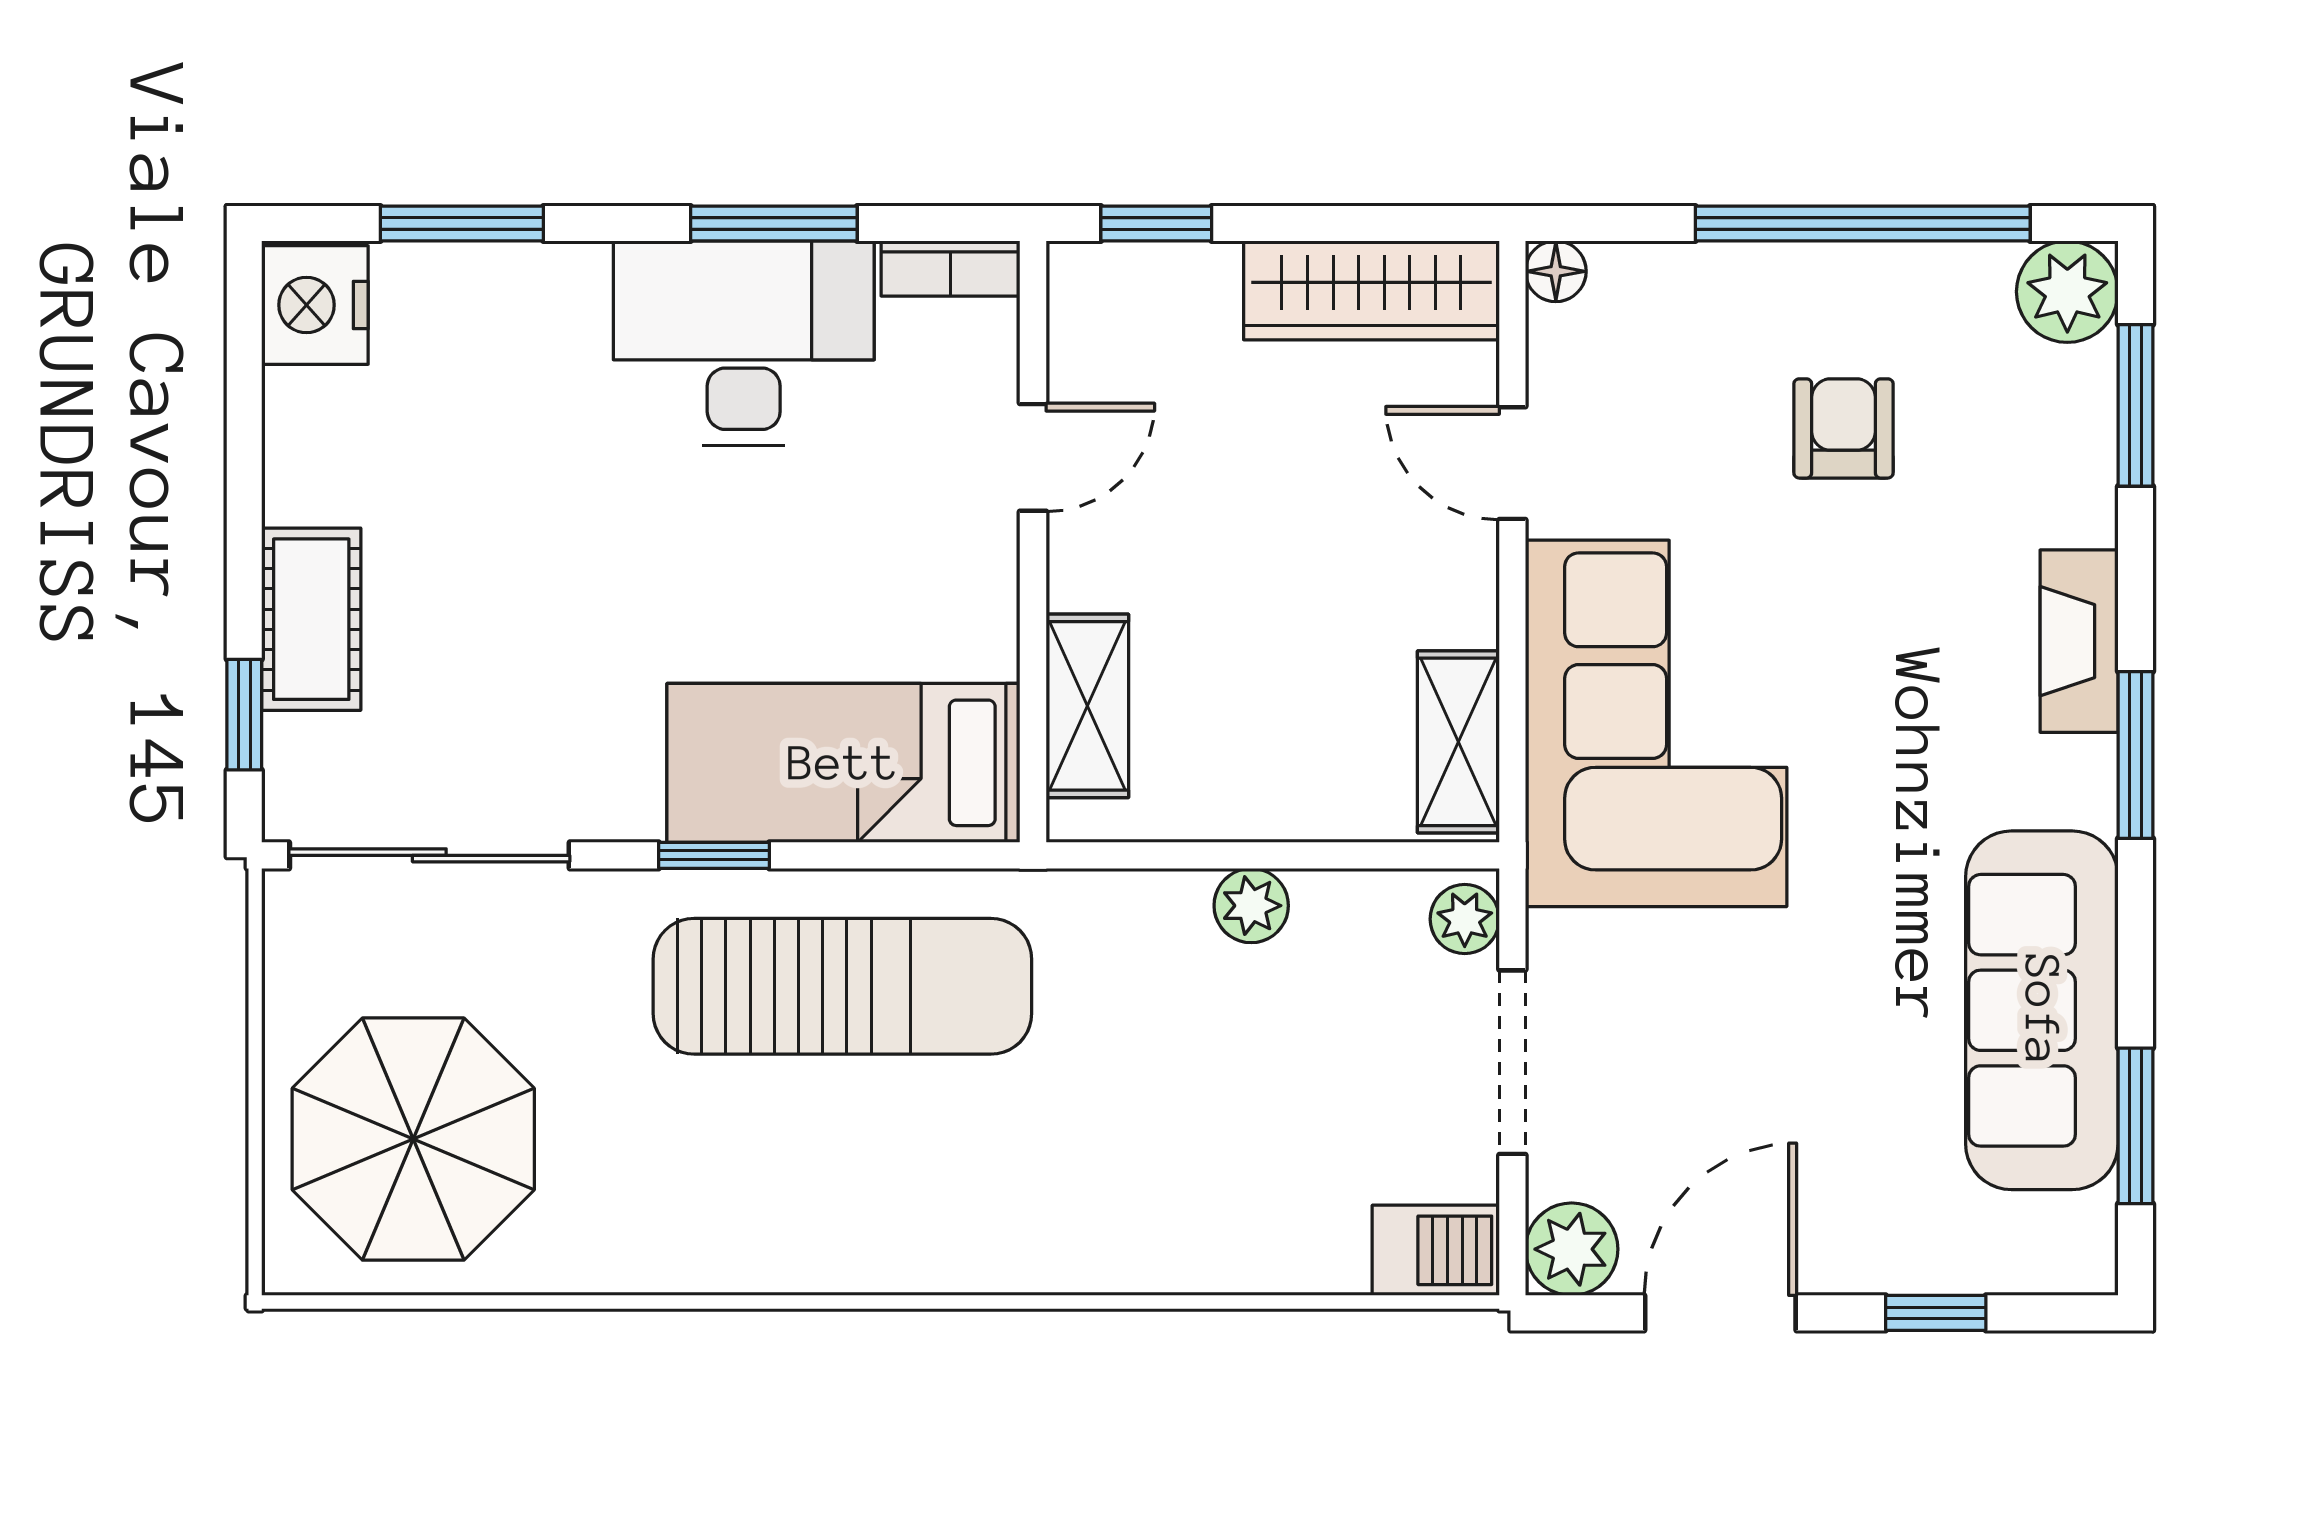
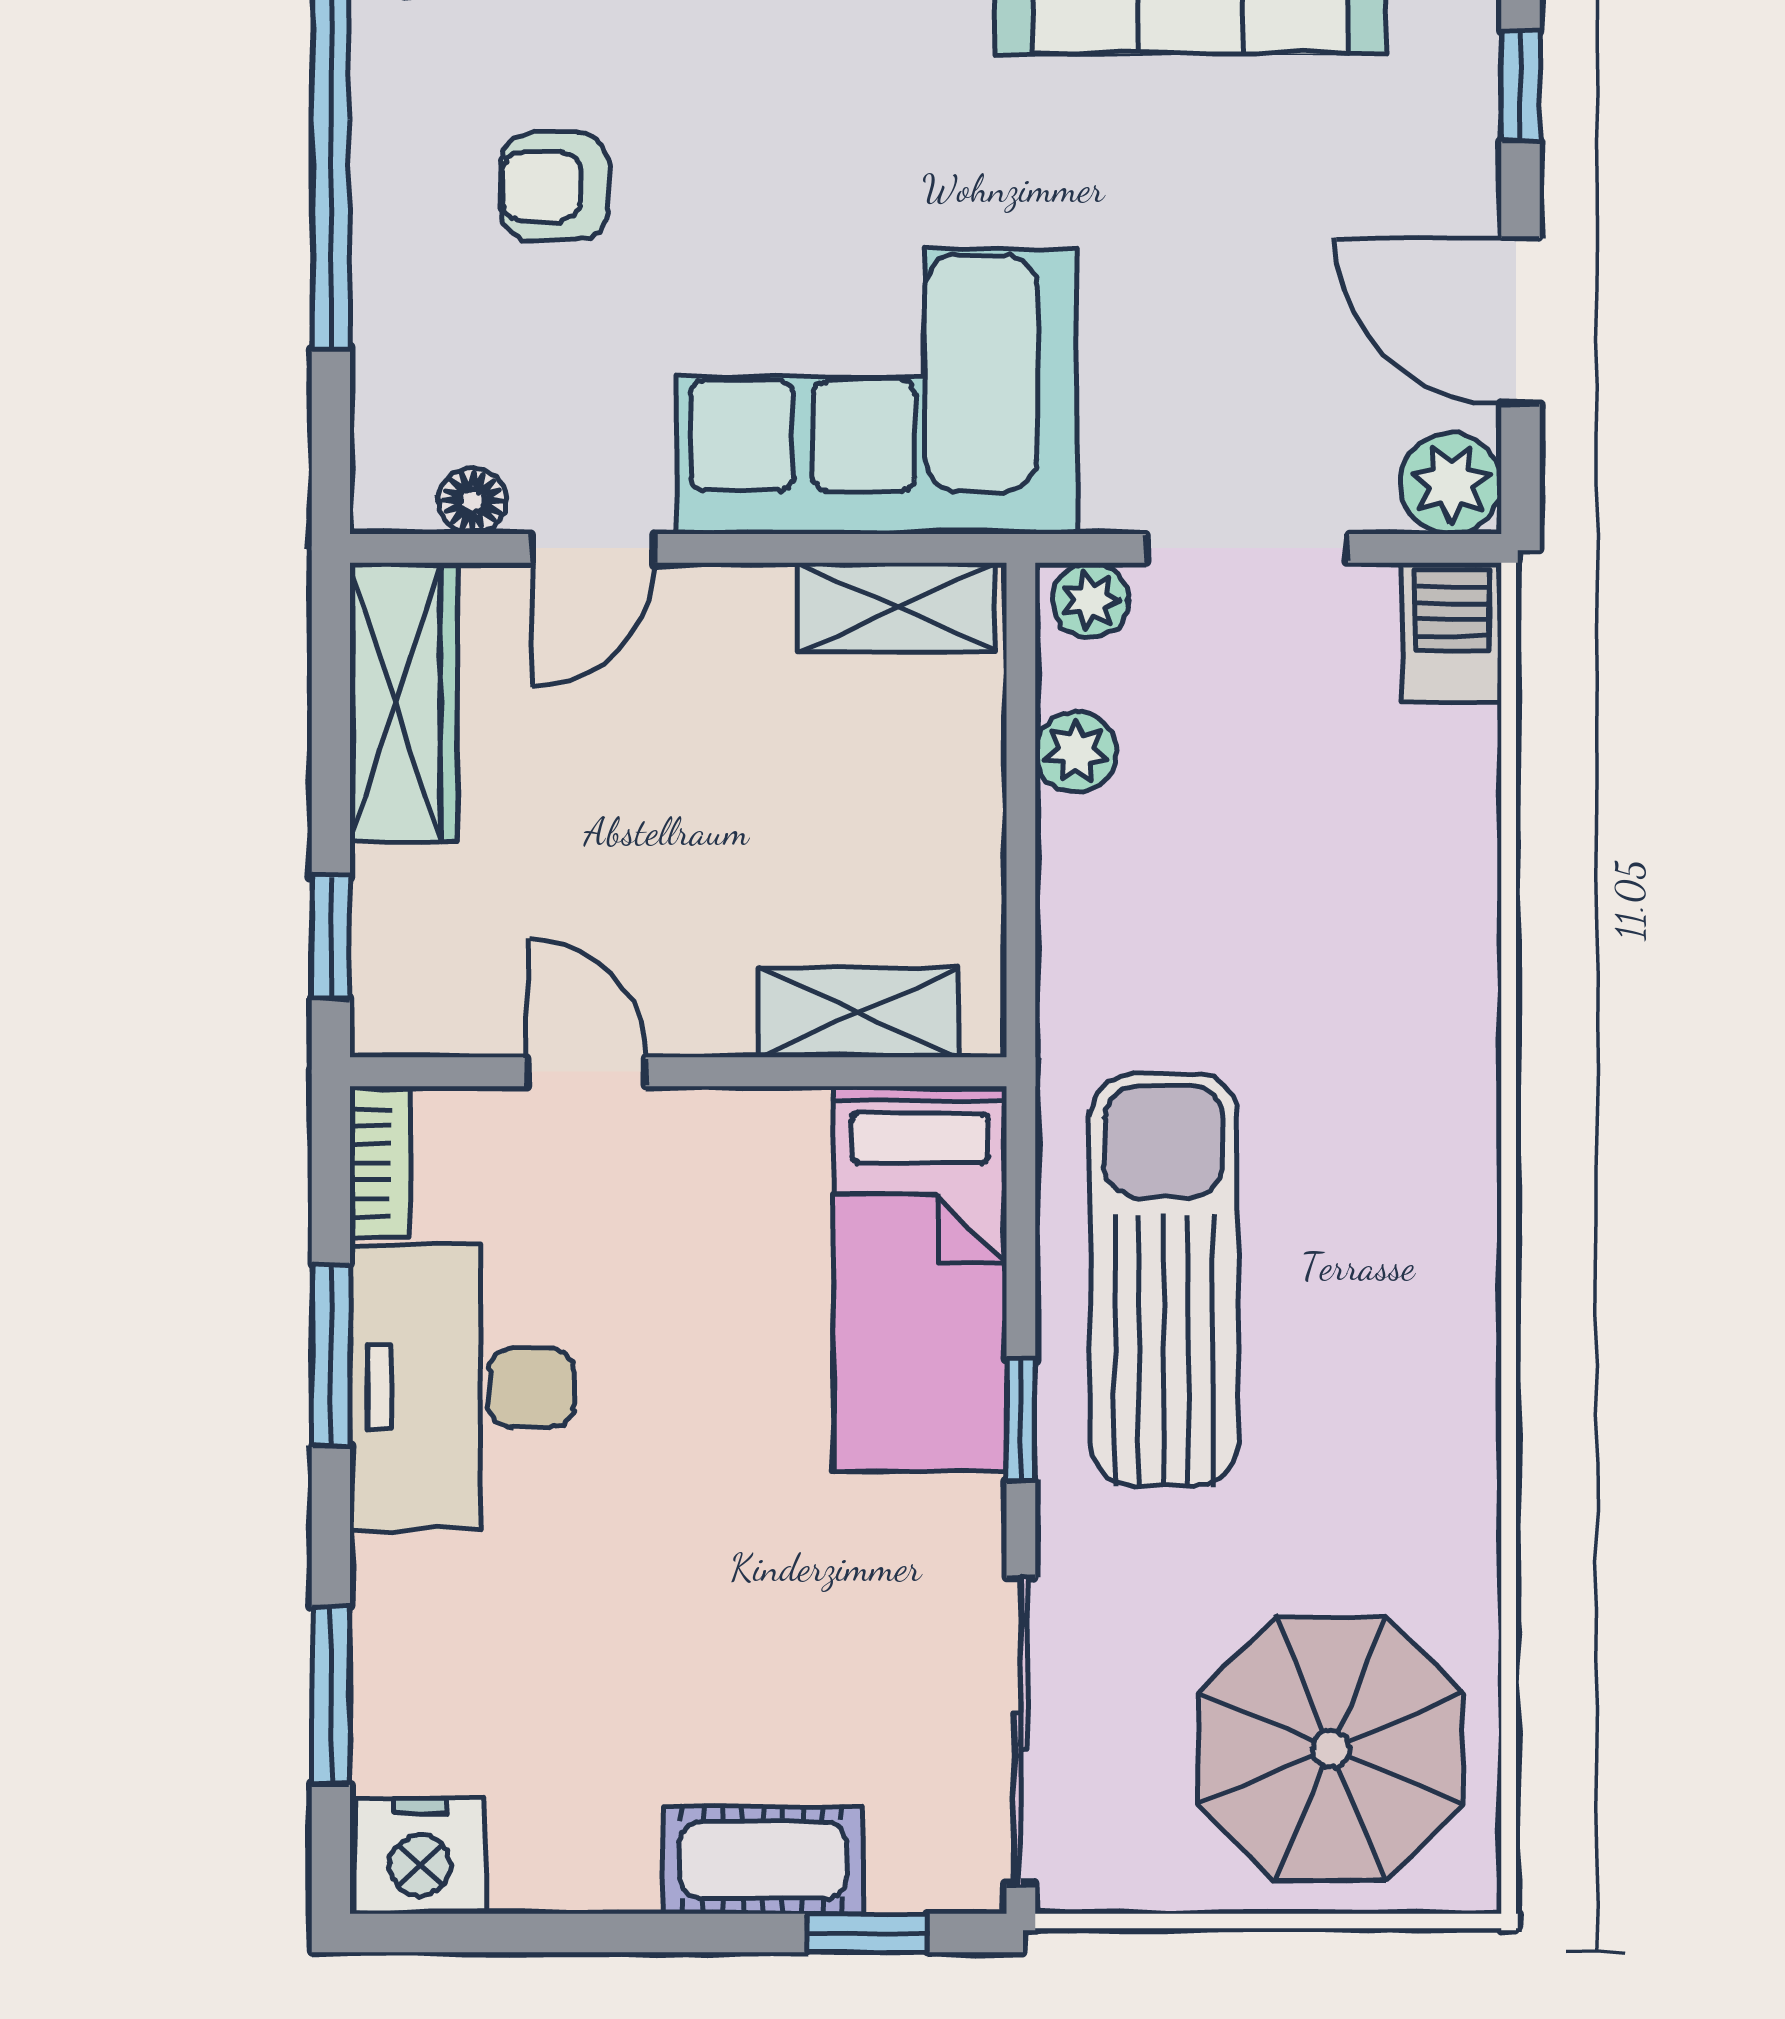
floor lamp: (1556, 271) -> (472, 501), moved
plant: (1251, 906) -> (1076, 752), moved

